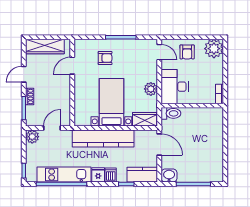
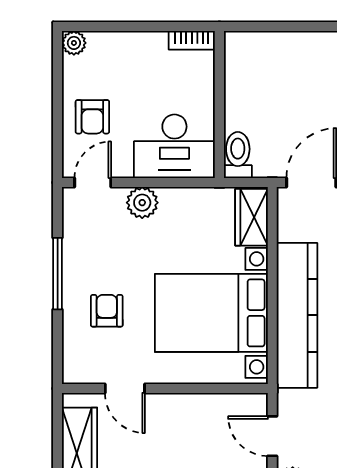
plant: (214, 49) -> (74, 43), width x0.53, depth x0.53
armchair: (187, 52) -> (92, 117), turned 90
plant: (151, 89) -> (142, 203), moved
bed with nightstands: (111, 102) -> (211, 313), width x1.36

